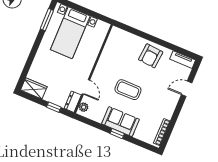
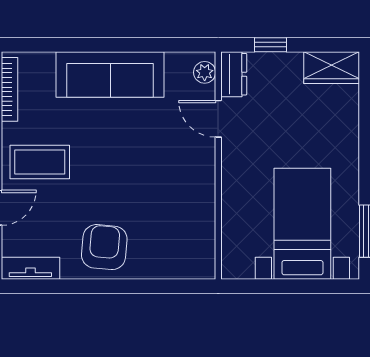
coffee table: (128, 90) -> (40, 162), moved
sofa: (120, 122) -> (110, 74), width x1.36
window: (117, 134) -> (106, 45), removed

